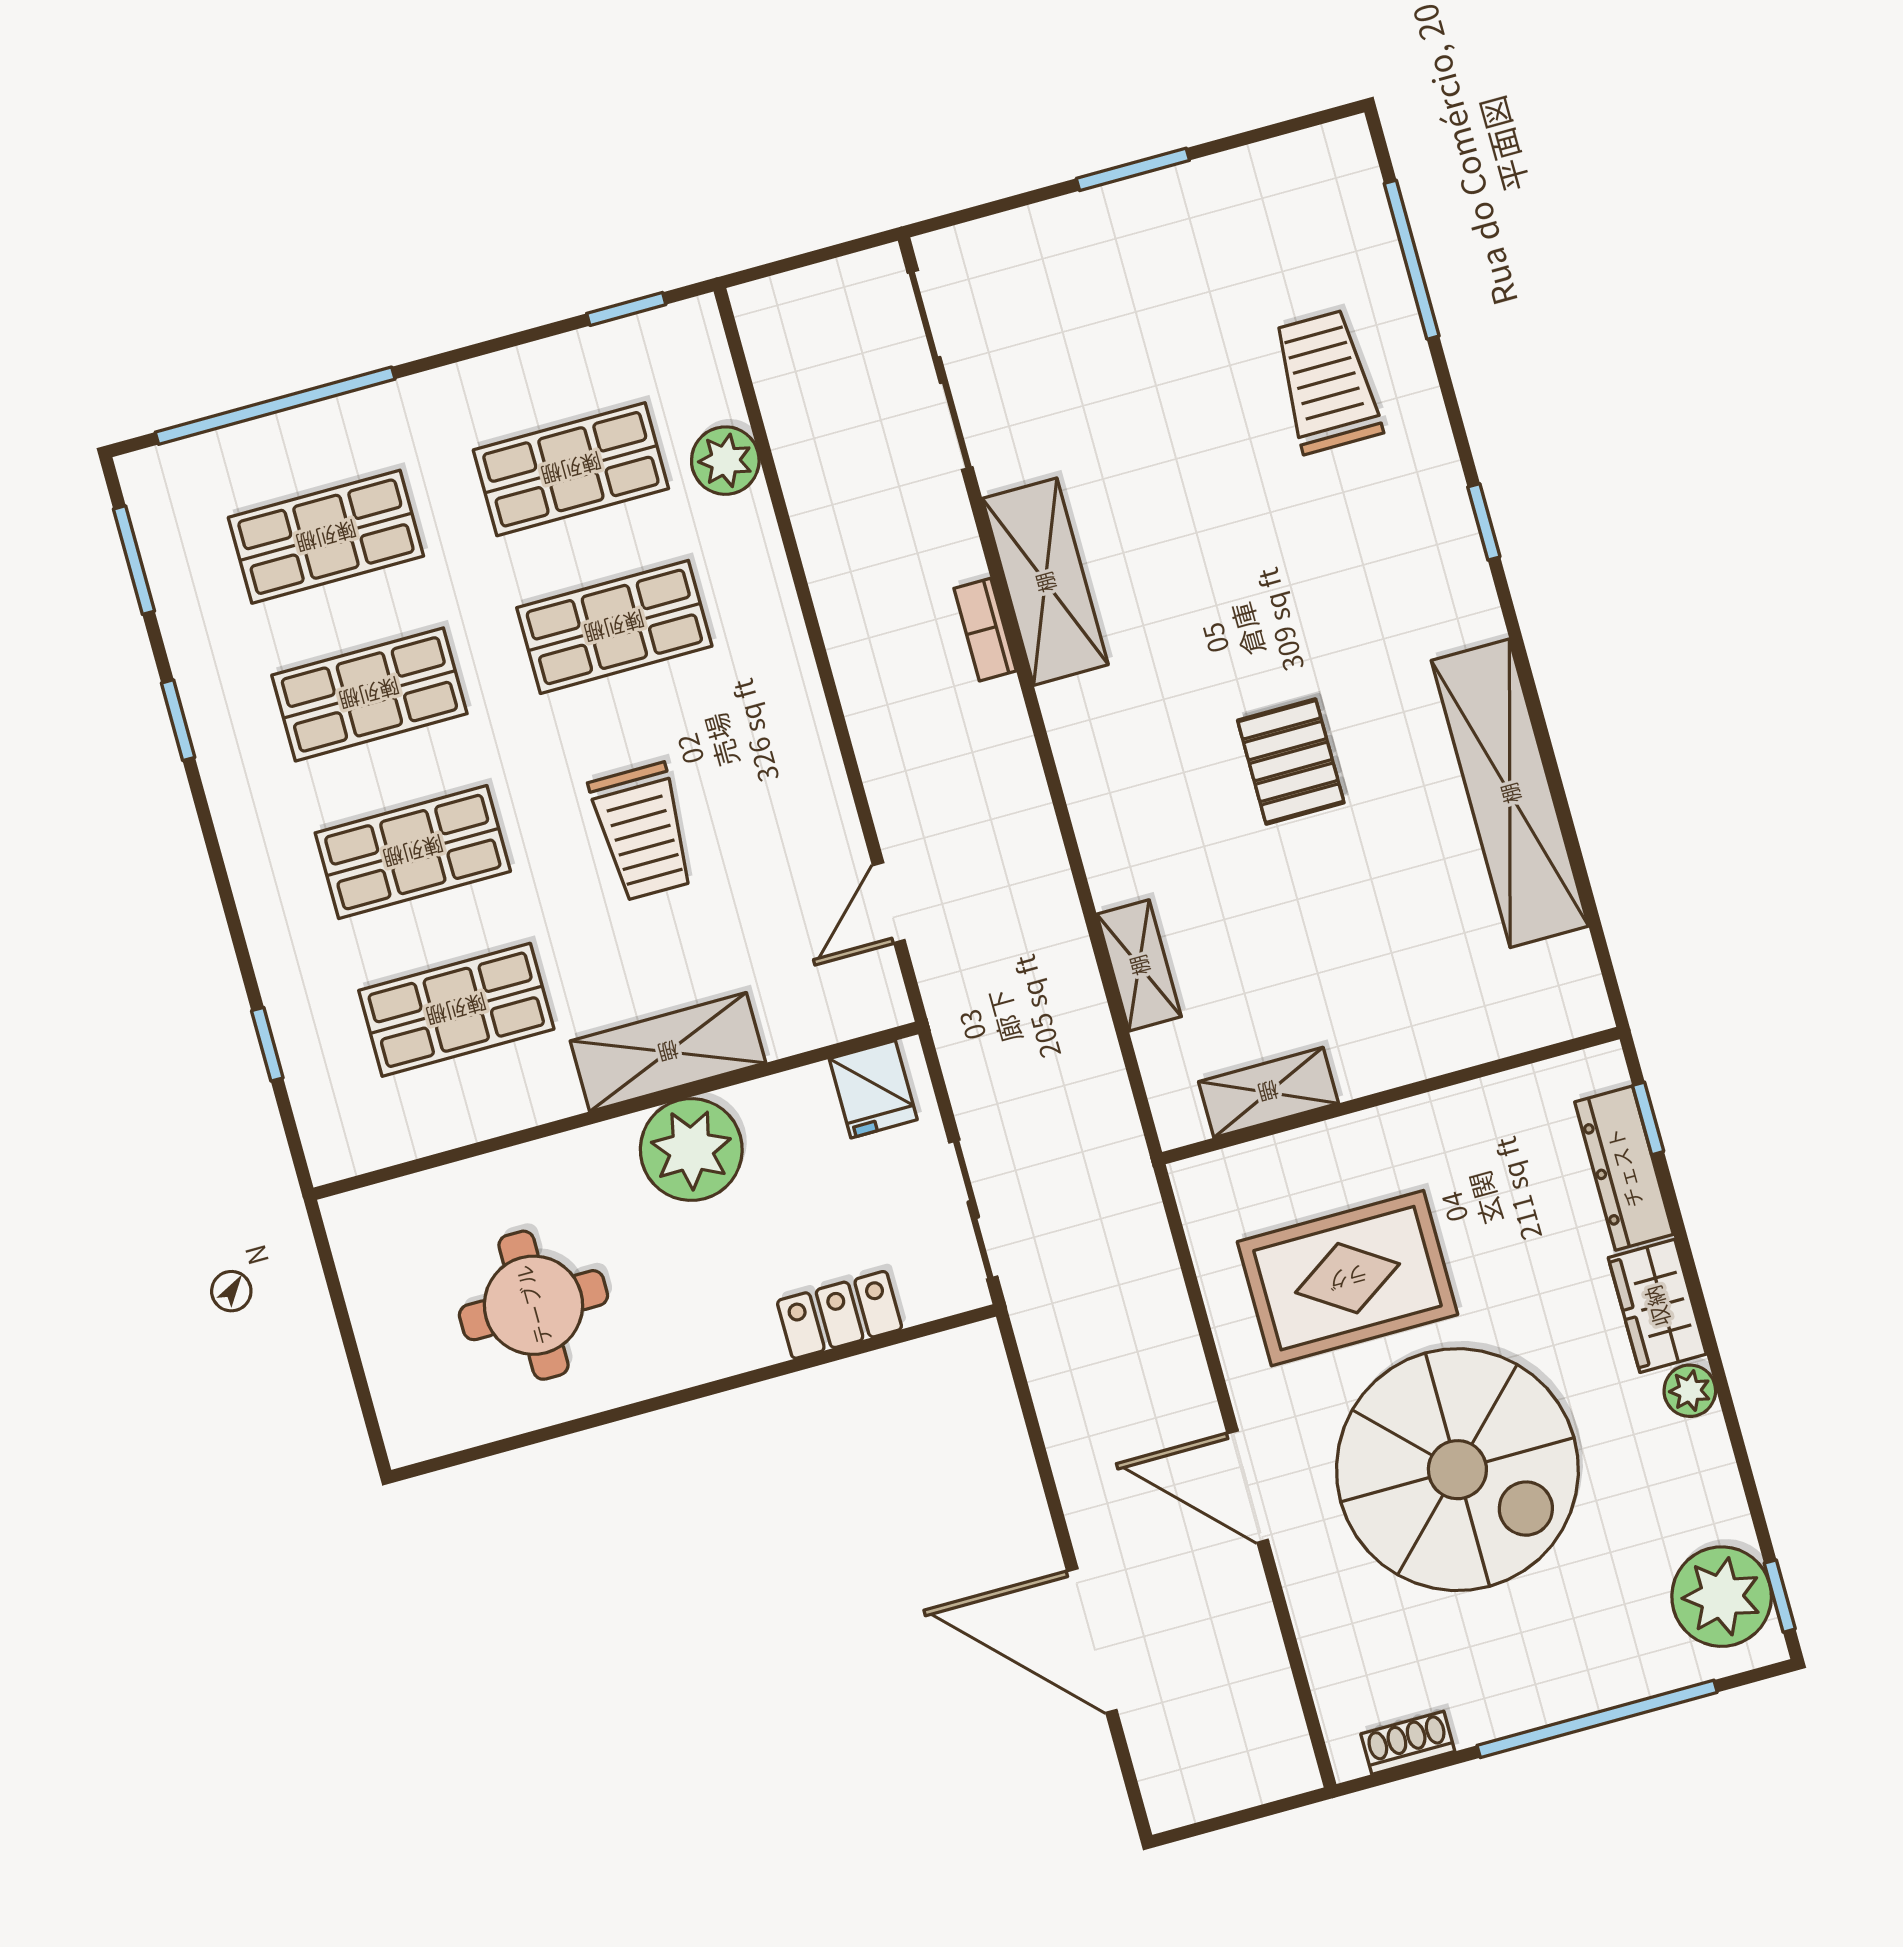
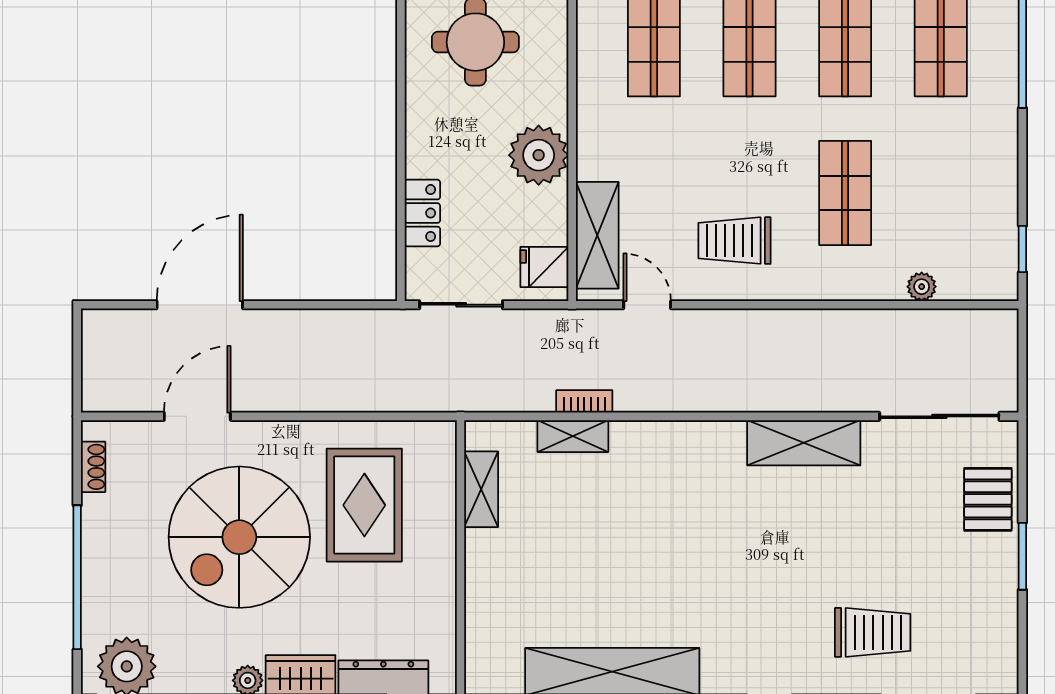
plant: (725, 461) -> (922, 287), width x0.73, depth x0.73
shop shelf: (571, 469) -> (941, 193), removed
bookcase: (985, 630) -> (584, 401), moved
pallet: (1291, 762) -> (988, 499), moved, turned 90
trolley: (642, 832) -> (735, 241), moved
shelving: (668, 1052) -> (597, 235), moved
door: (1248, 1487) -> (197, 416), moved

